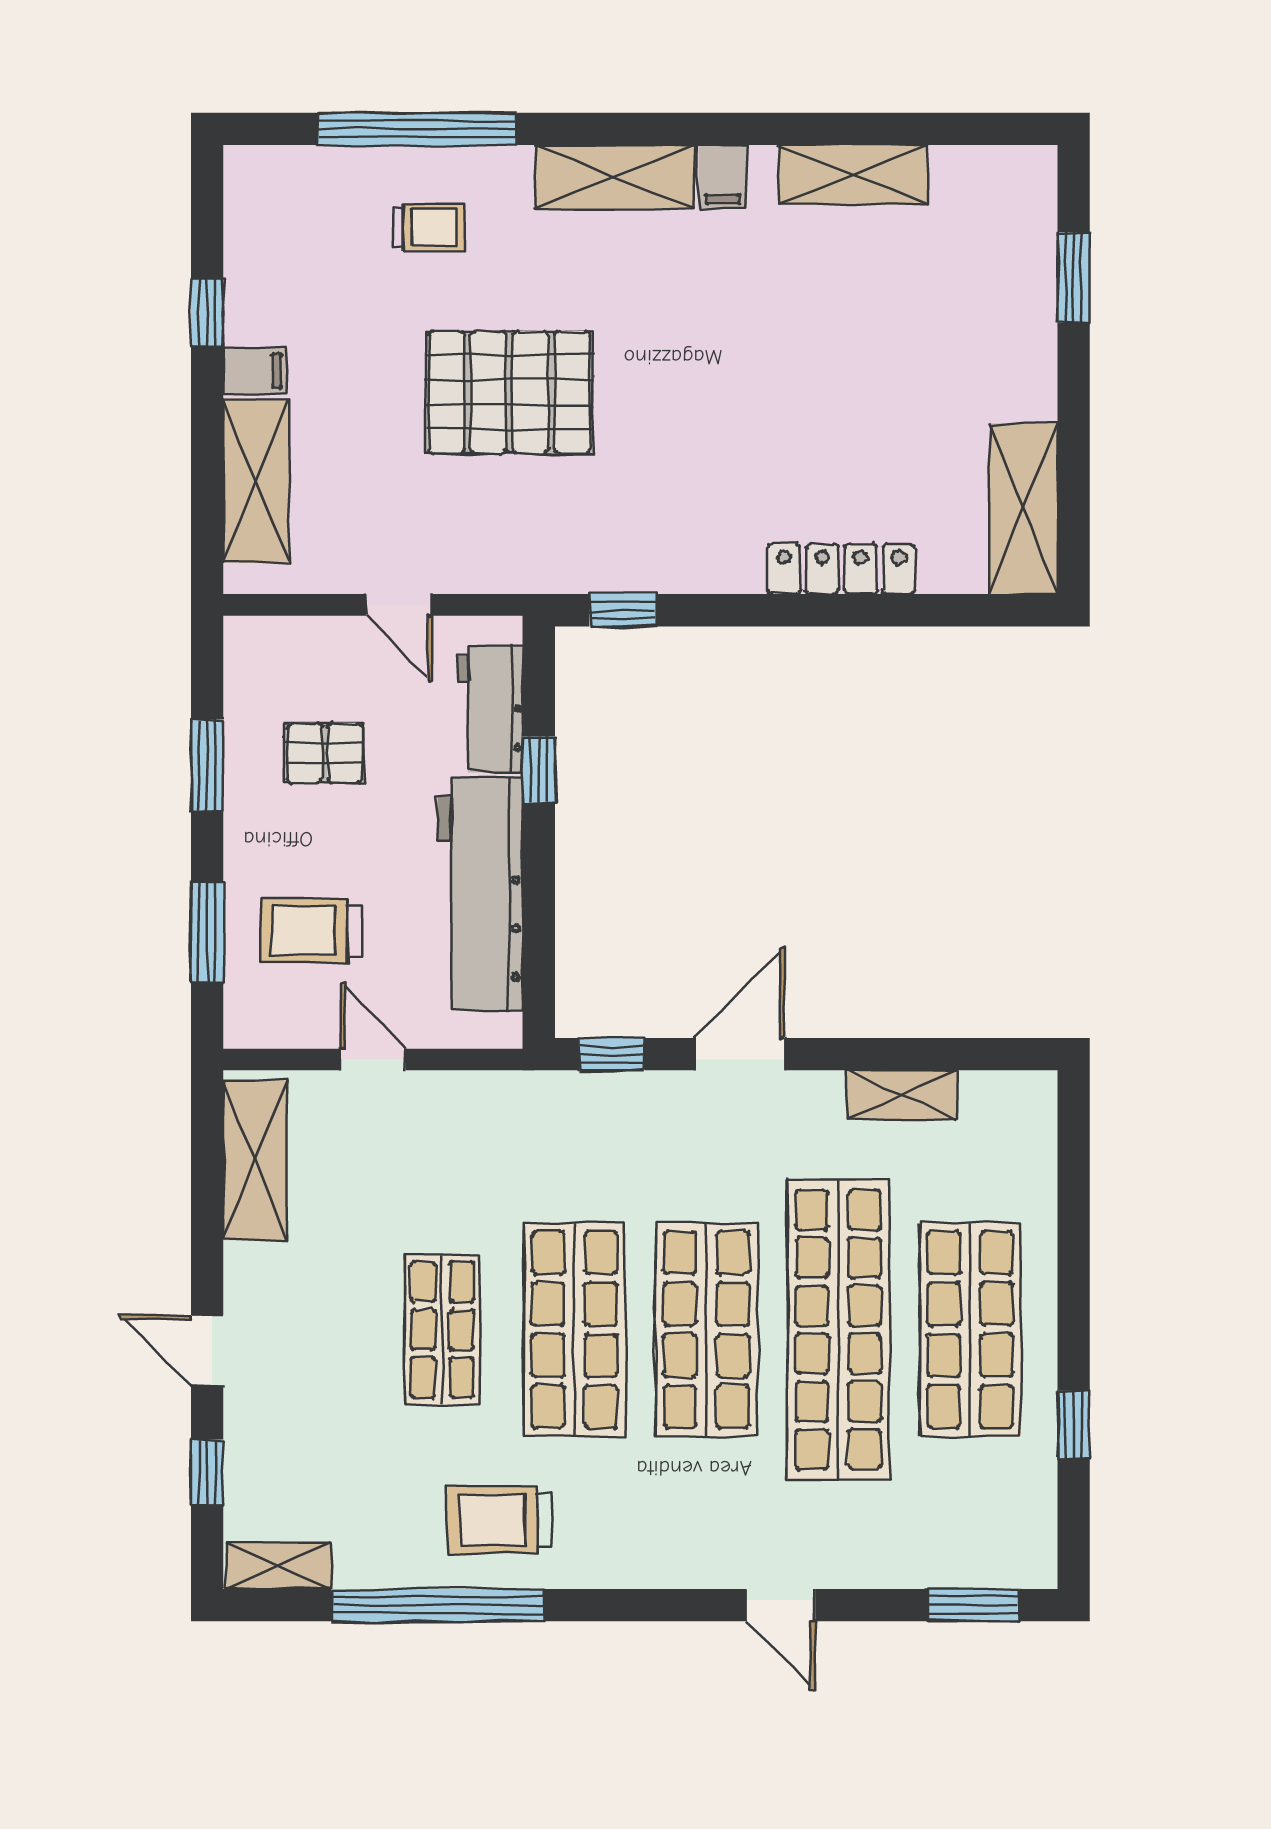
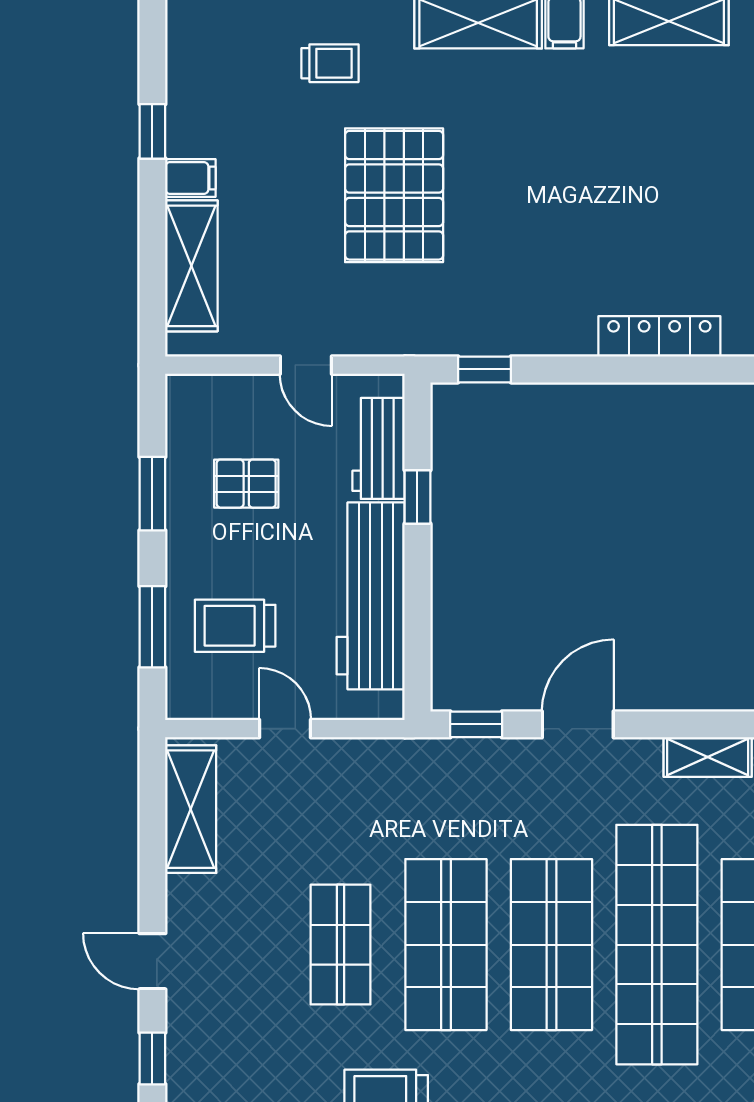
pallet: (509, 392) -> (394, 195), turned 90

